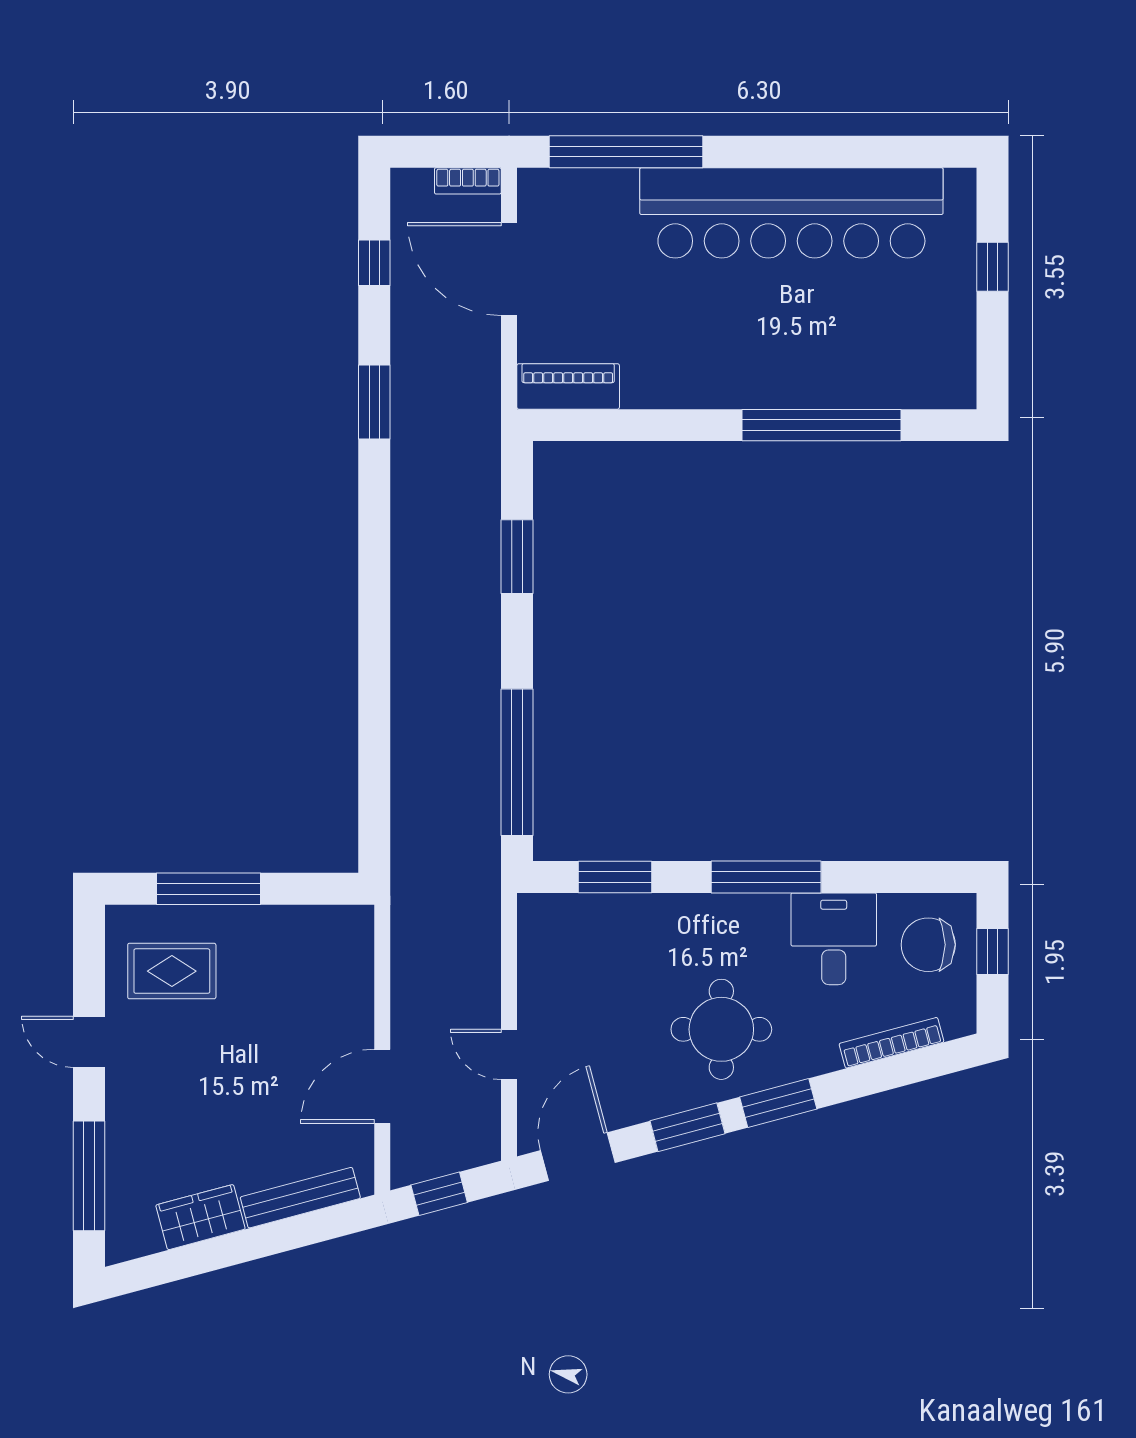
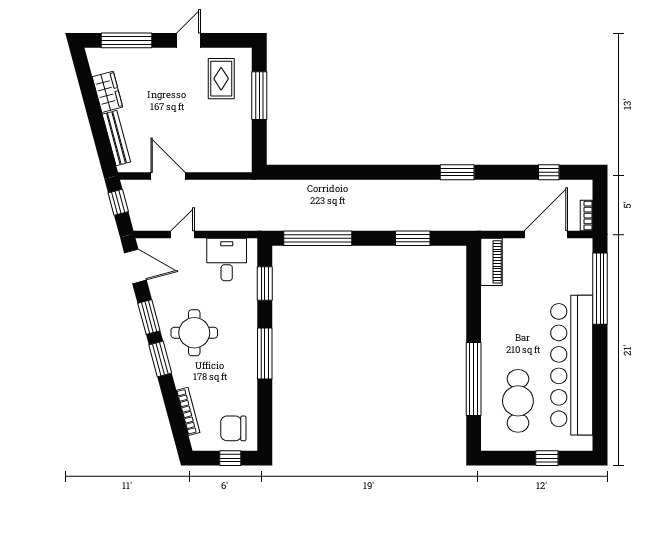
cafe table: (869, 329) -> (518, 401), added
window: (374, 402) -> (457, 172), moved
desk: (834, 939) -> (227, 260), moved, turned -90
chair: (928, 945) -> (233, 428), turned -90

